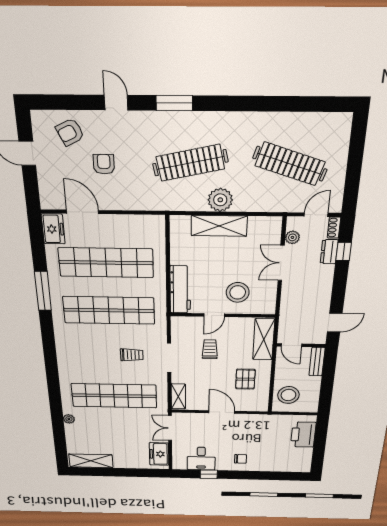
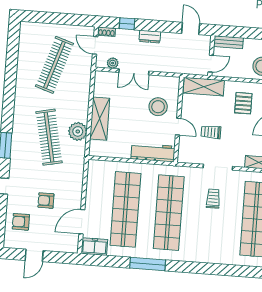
armchair: (70, 132) -> (21, 222), turned 116
plant: (220, 200) -> (78, 131), moved
dresser: (329, 252) -> (150, 37), moved
pallet: (245, 379) -> (243, 103), turned 90

